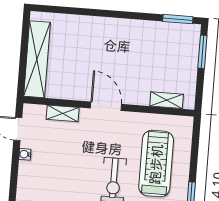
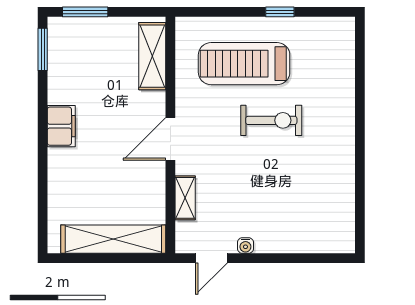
filing cabinet: (121, 28) -> (61, 126), added
shelving: (167, 100) -> (152, 56), width x1.50, depth x1.33

